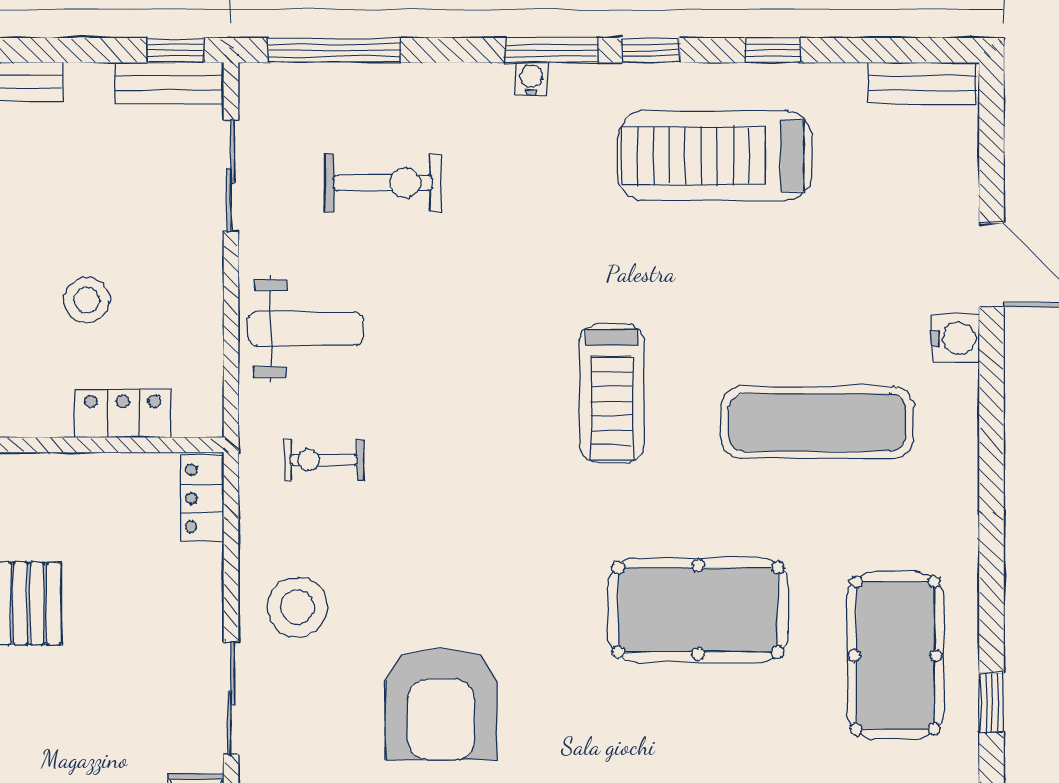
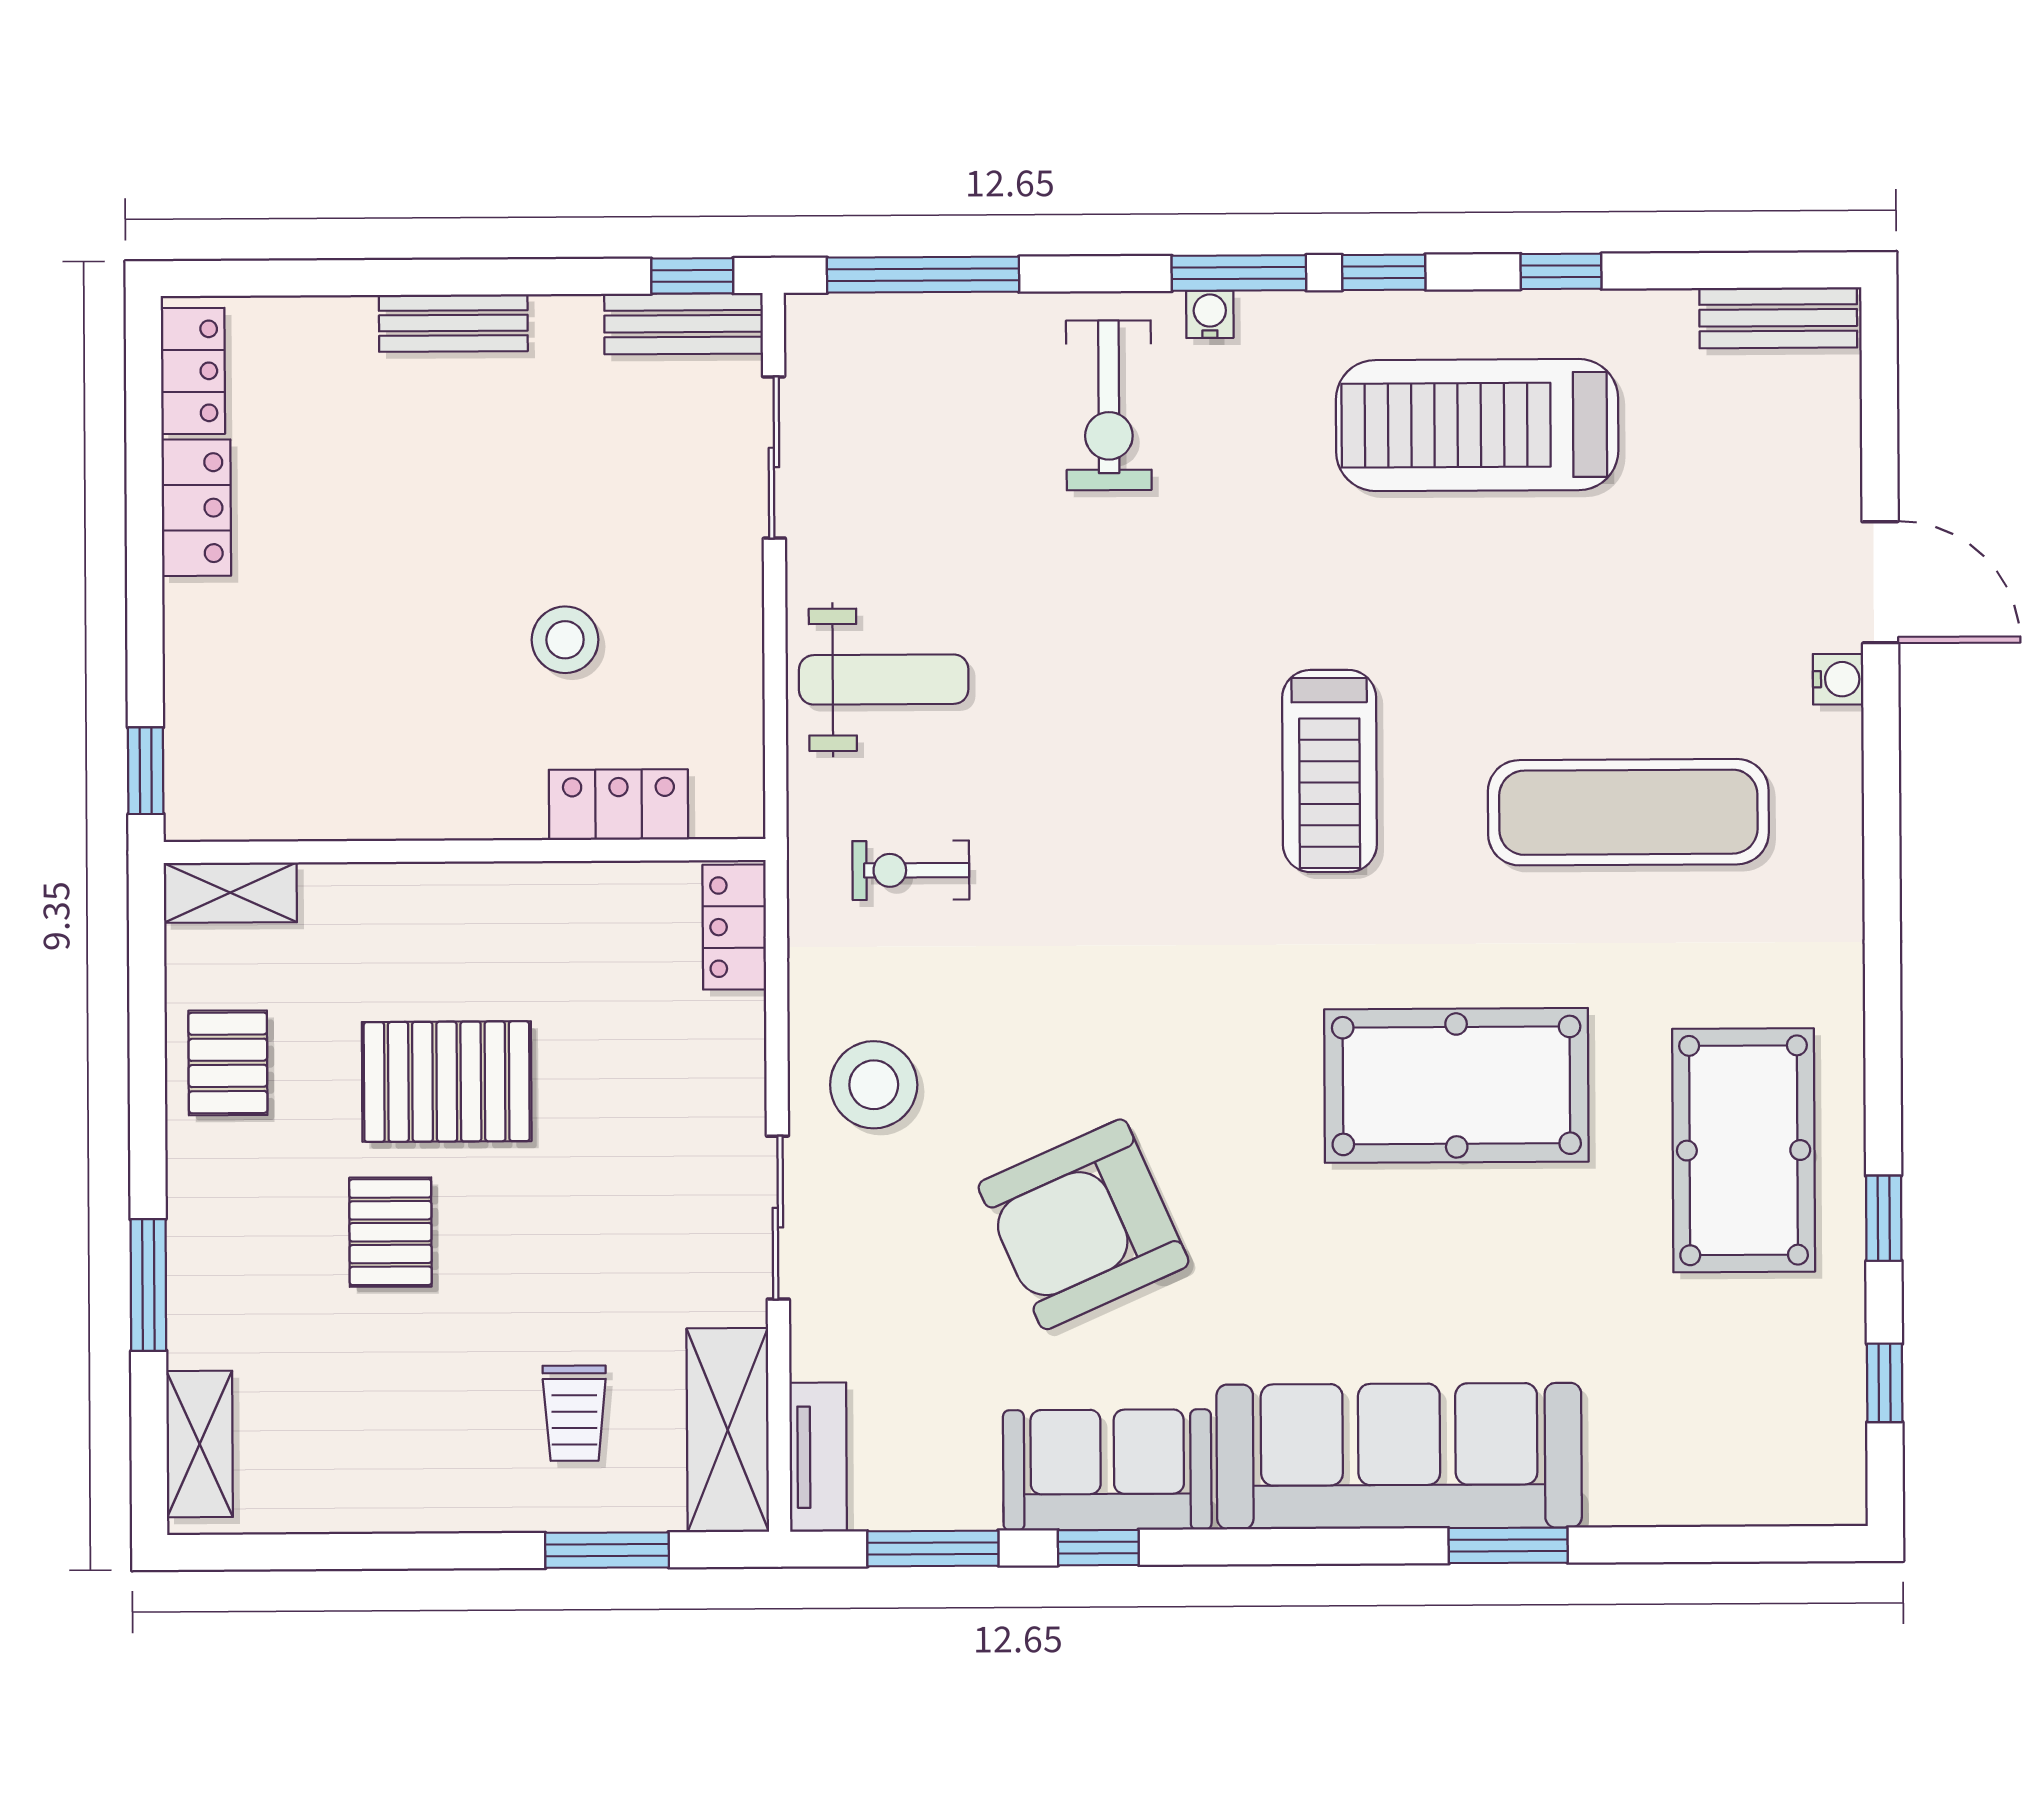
exercise bike: (383, 183) -> (1109, 405), moved, turned 90
water cooler: (955, 338) -> (1838, 679), width x0.72, depth x0.72
armchair: (441, 704) -> (1083, 1224), turned 66

